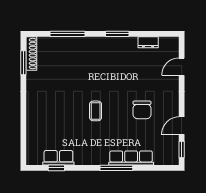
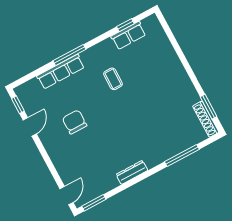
window: (117, 34) -> (94, 203), moved
dresser: (148, 42) -> (132, 172), moved, width x1.44
door: (182, 67) -> (67, 196), moved
coffee table: (96, 111) -> (113, 79), moved

